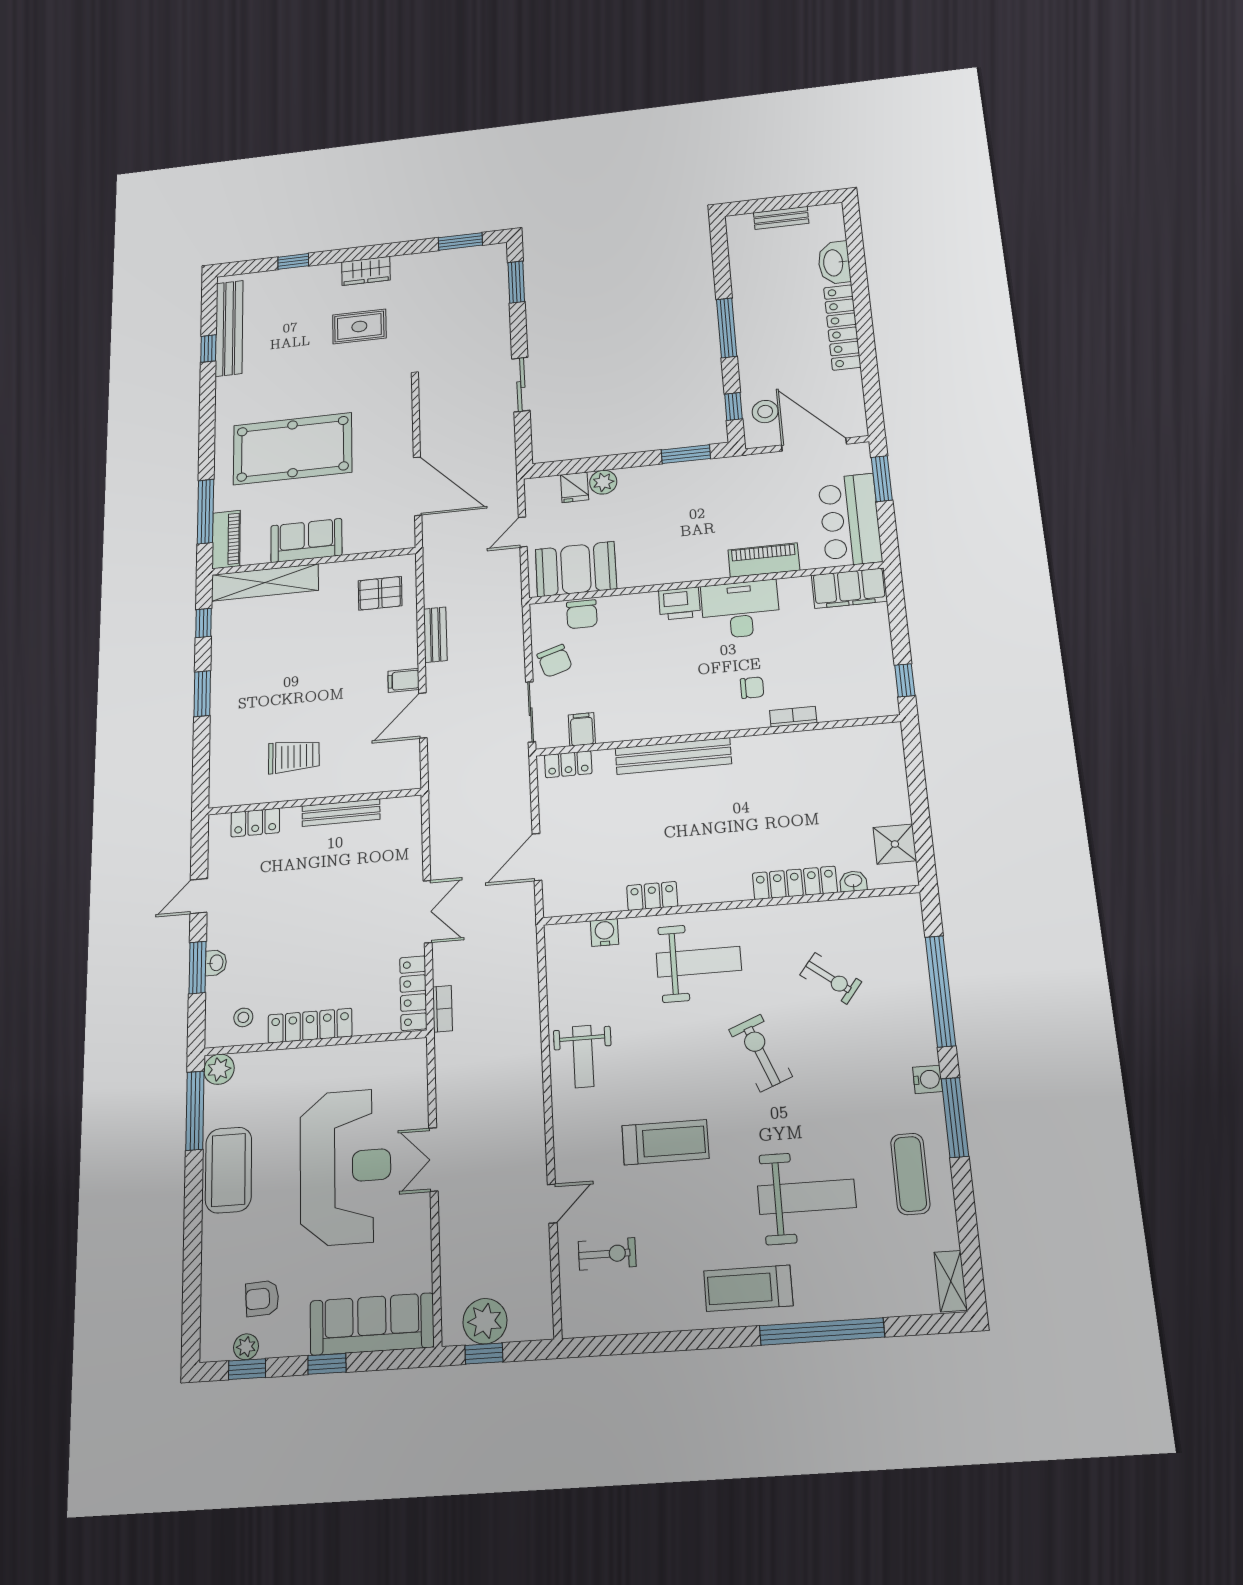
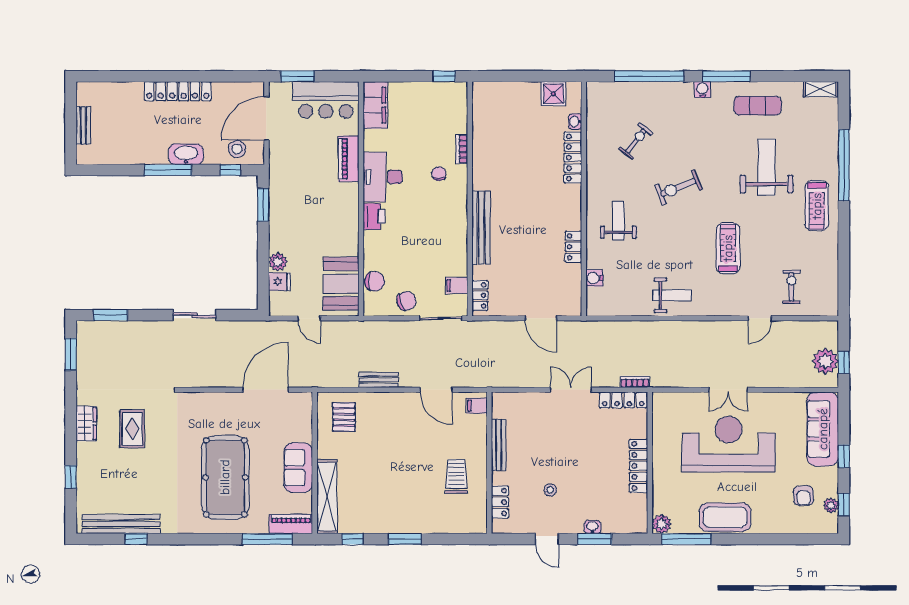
washbasin: (834, 263) -> (186, 154), moved, turned 180
filing cabinet: (404, 680) -> (477, 406), moved, turned 90
weight bench: (699, 962) -> (618, 221), width x0.73, depth x0.75
stool: (243, 1017) -> (550, 490), moved
door: (552, 1204) -> (760, 318), swing flipped

